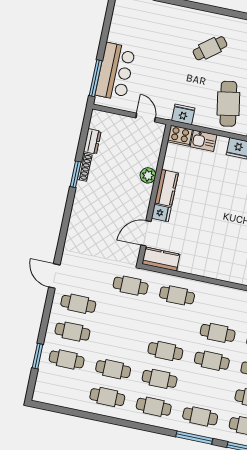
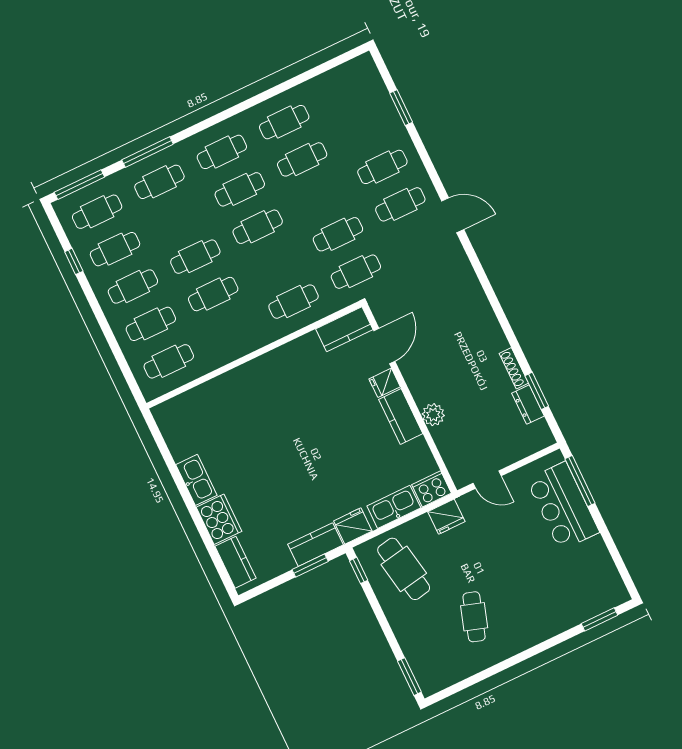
cafe table: (210, 48) -> (474, 617), turned -34
kitchen sink: (204, 141) -> (394, 507), width x1.38
window: (76, 174) -> (537, 391), moved
cafe table: (67, 359) -> (338, 234), moved

